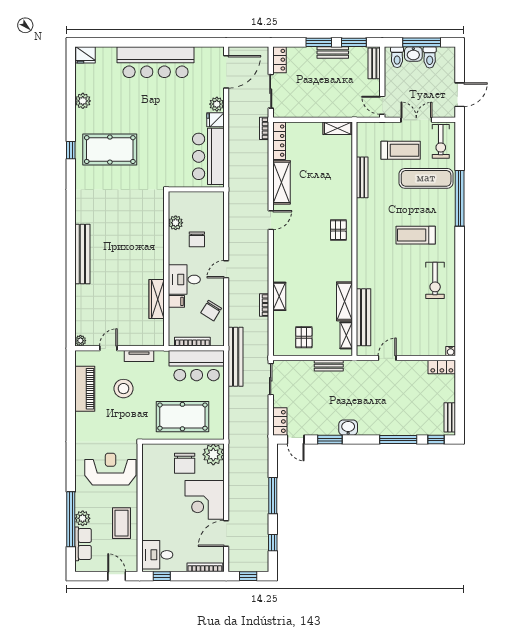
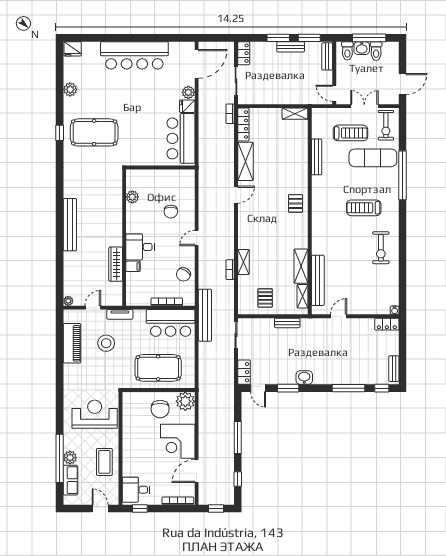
plant: (176, 223) -> (132, 197), moved
wall: (166, 269) -> (124, 238), moved
desk: (184, 279) -> (140, 247), moved
wardrobe: (157, 299) -> (116, 264), moved
filing cabinet: (176, 301) -> (133, 266), moved

